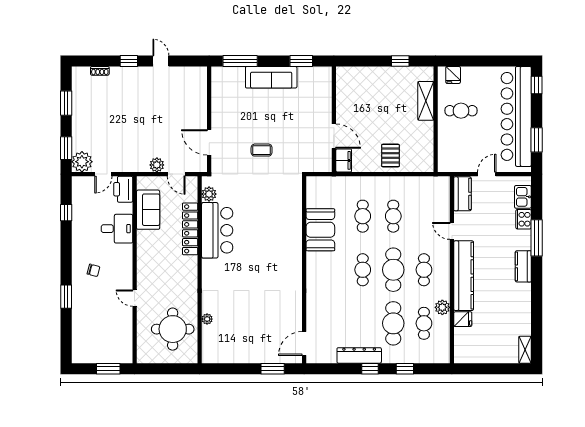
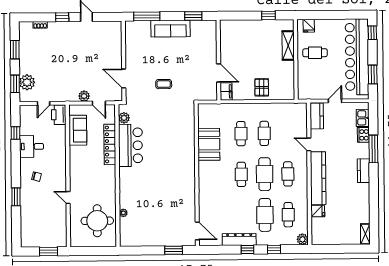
plant: (82, 162) -> (27, 82), moved
desk: (117, 229) -> (32, 146), moved, turned 180
plant: (442, 307) -> (302, 239), moved
door: (304, 343) -> (197, 231), swing flipped

